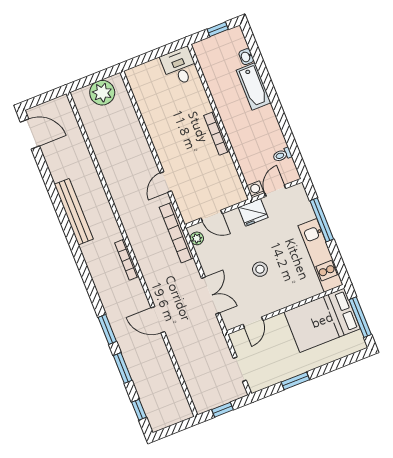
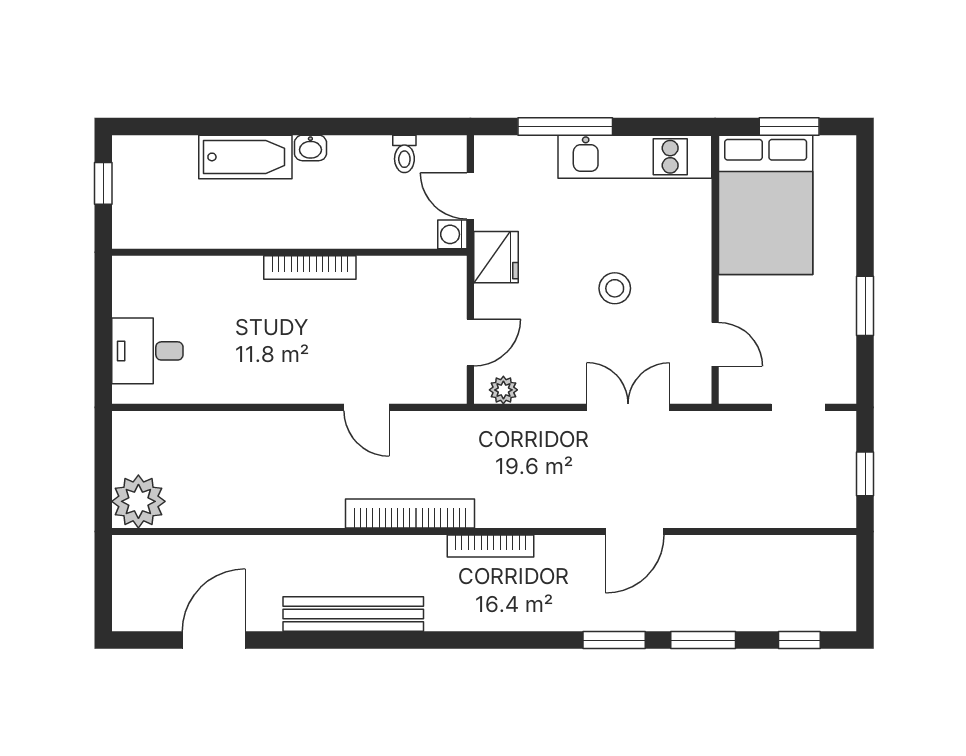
washbasin: (246, 57) -> (310, 148), moved
desk: (180, 67) -> (147, 351), moved
plant: (102, 93) -> (138, 501), moved
door: (30, 134) -> (214, 640), moved
bookcase: (177, 233) -> (410, 513), moved, turned 180
window: (360, 317) -> (789, 126), width x0.69

